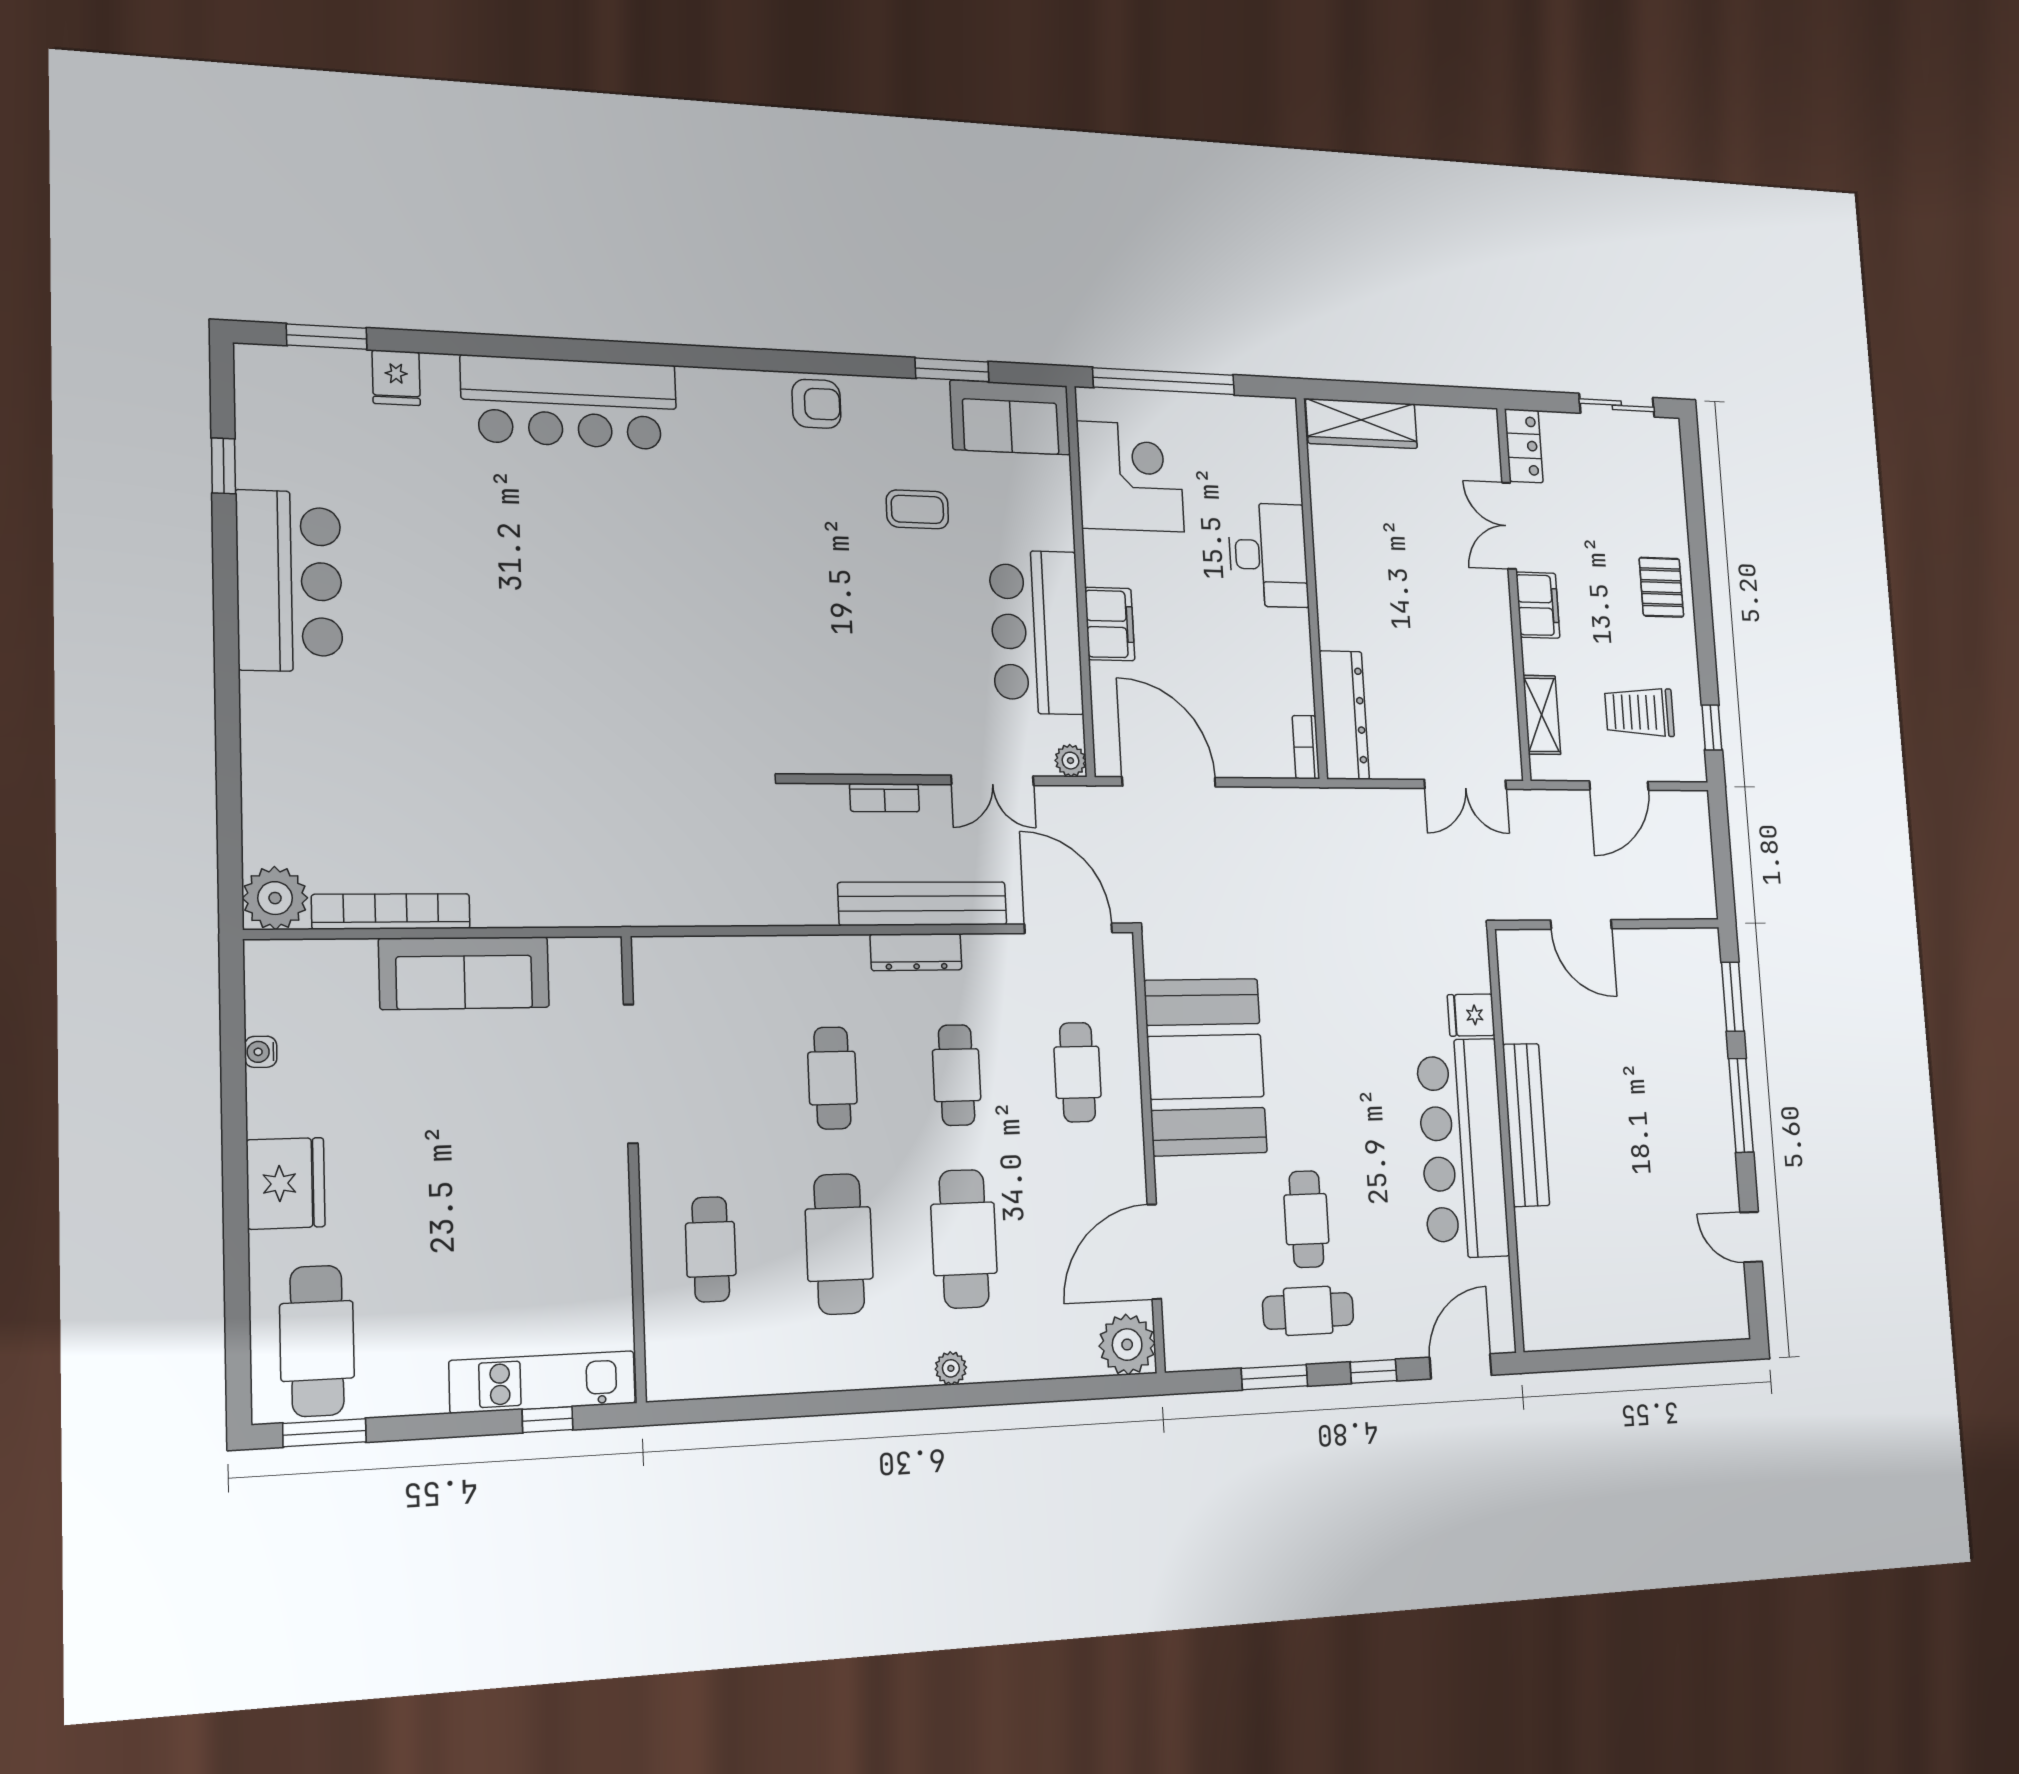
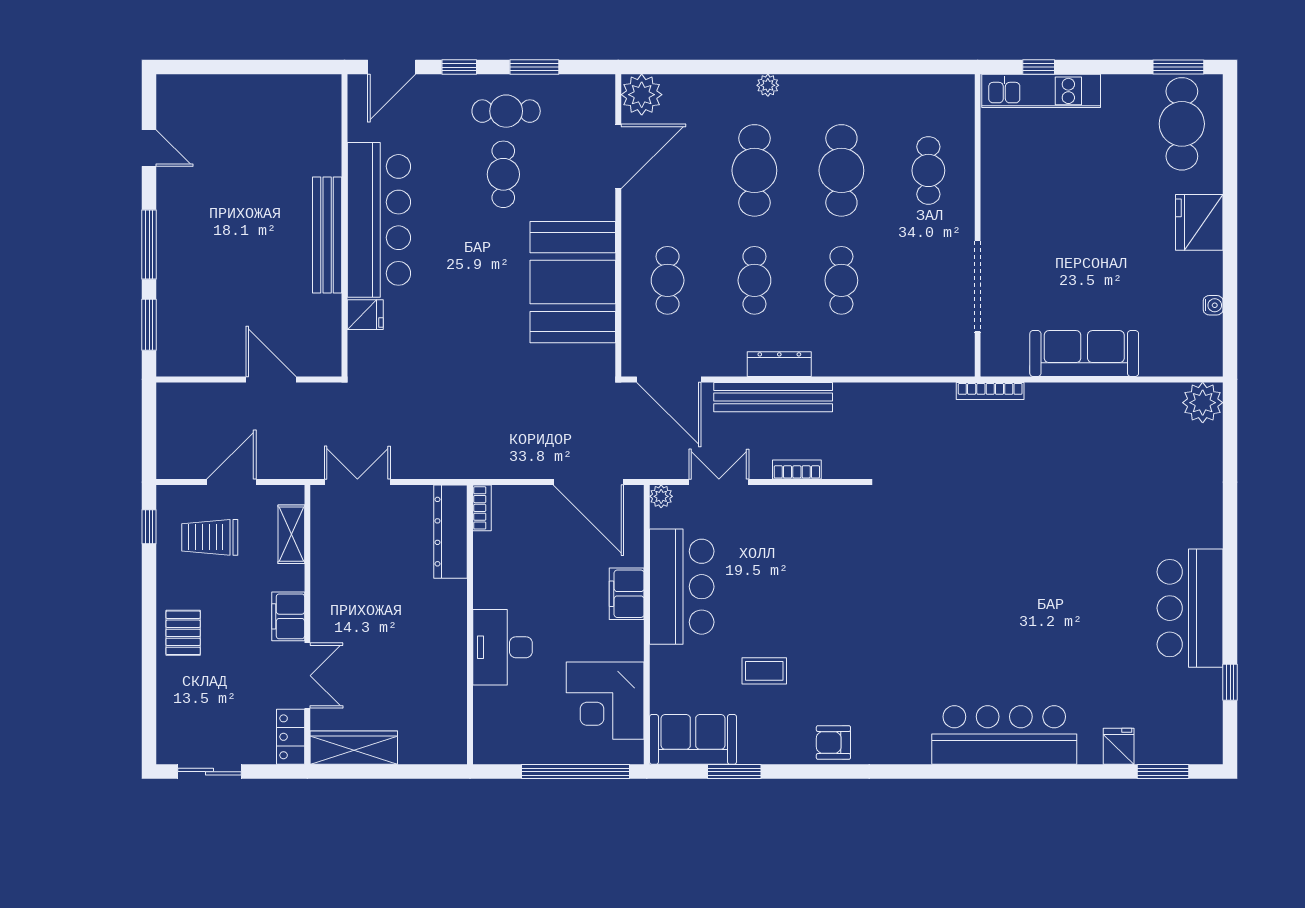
wardrobe: (1362, 424) -> (354, 748), moved
trolley: (1639, 712) -> (210, 537), turned 180
bookcase: (391, 911) -> (990, 391), moved, width x0.68, depth x0.76

